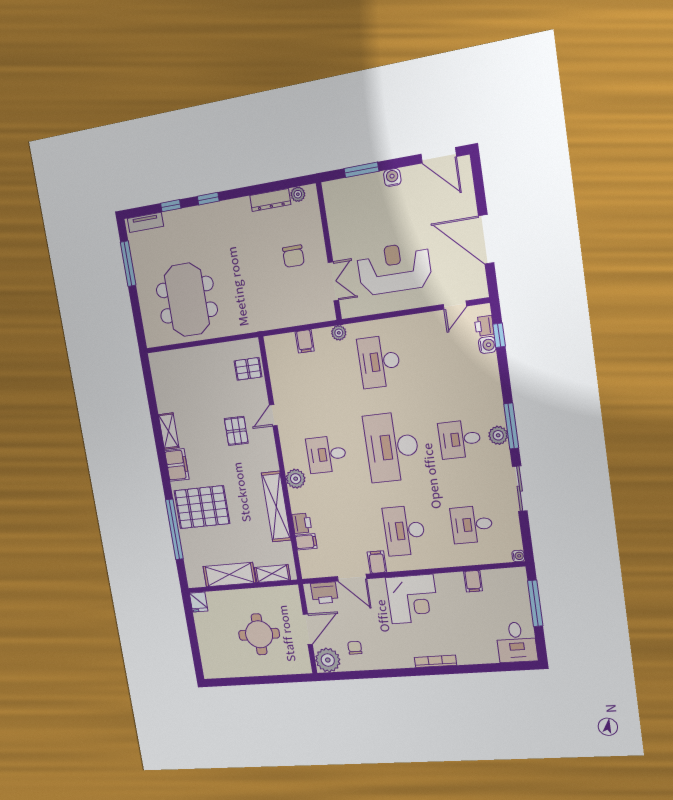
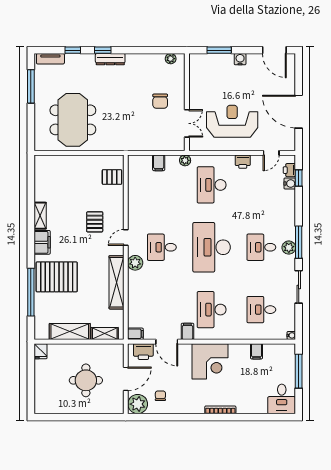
dresser: (270, 200) -> (110, 59), moved
door: (273, 415) -> (126, 237), moved
printer: (302, 523) -> (243, 162), moved, turned 90
filing cabinet: (306, 542) -> (135, 334), moved

